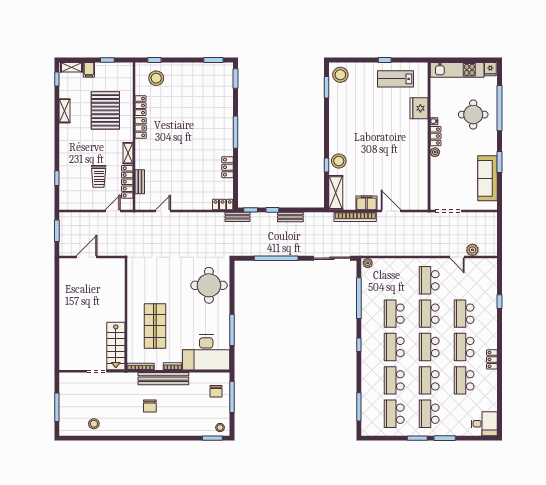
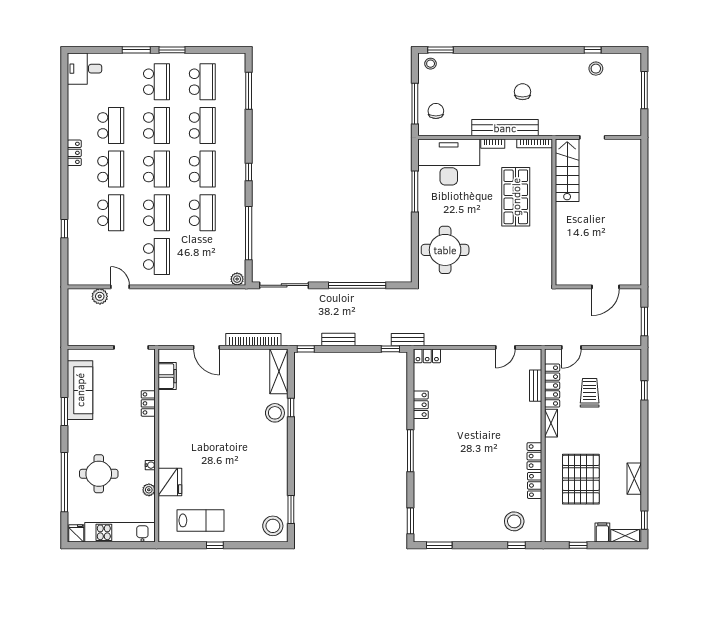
locker: (436, 136) -> (148, 403), moved
plant: (435, 152) -> (149, 490), moved
filing cabinet: (367, 203) -> (167, 376), moved, turned -90
window: (272, 210) -> (306, 349), moved
window: (96, 438) -> (593, 50), added

